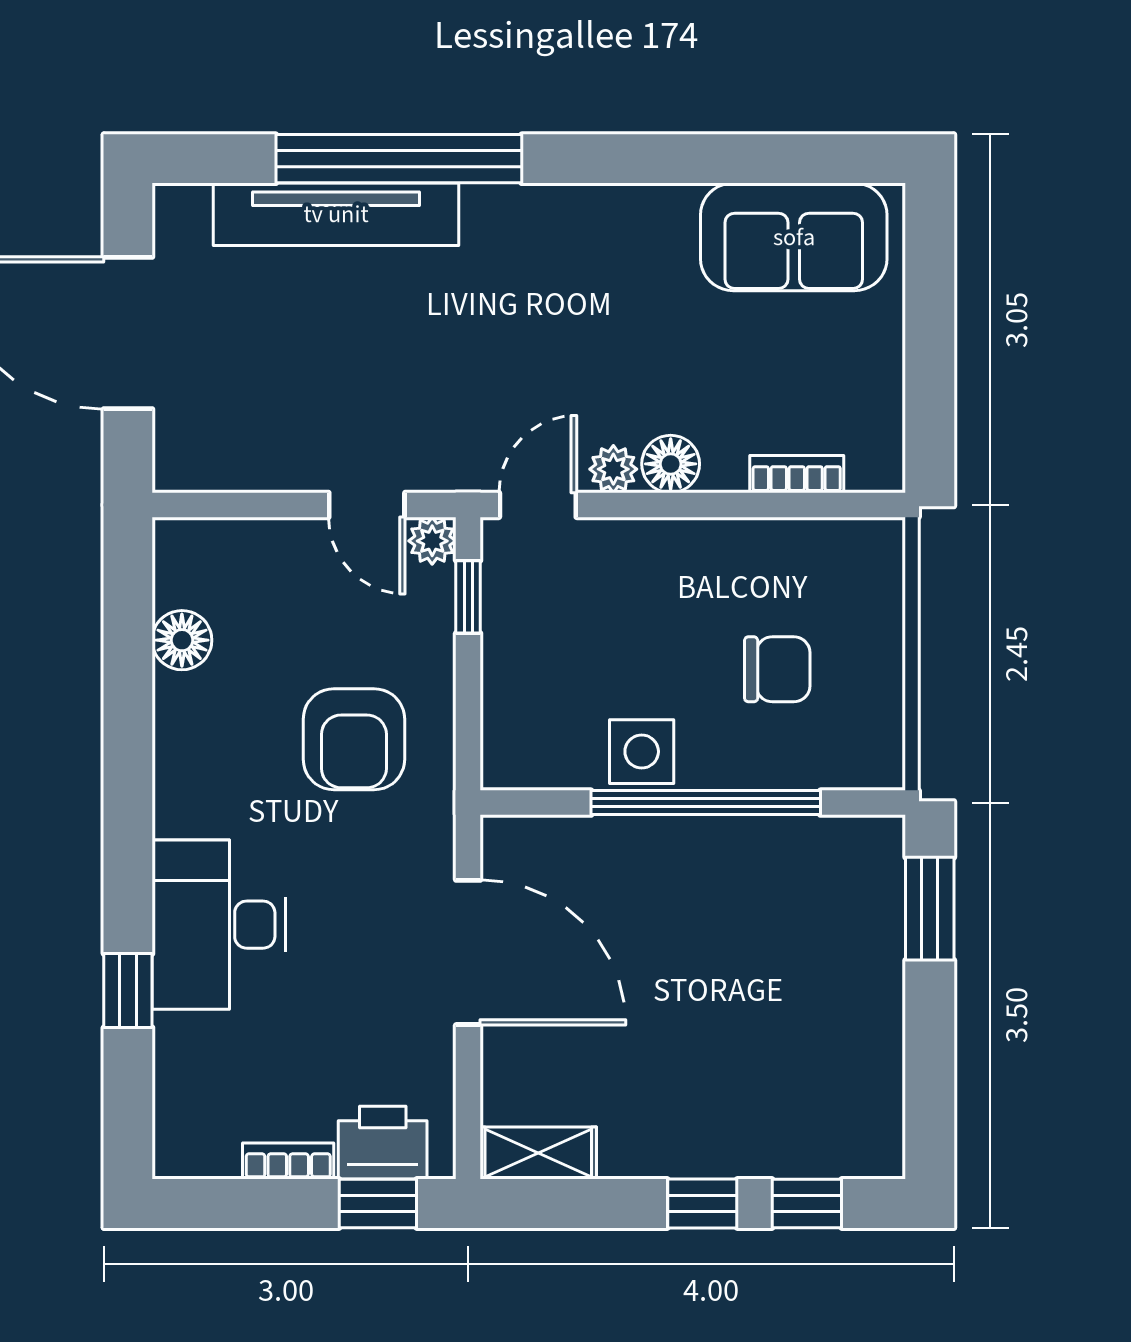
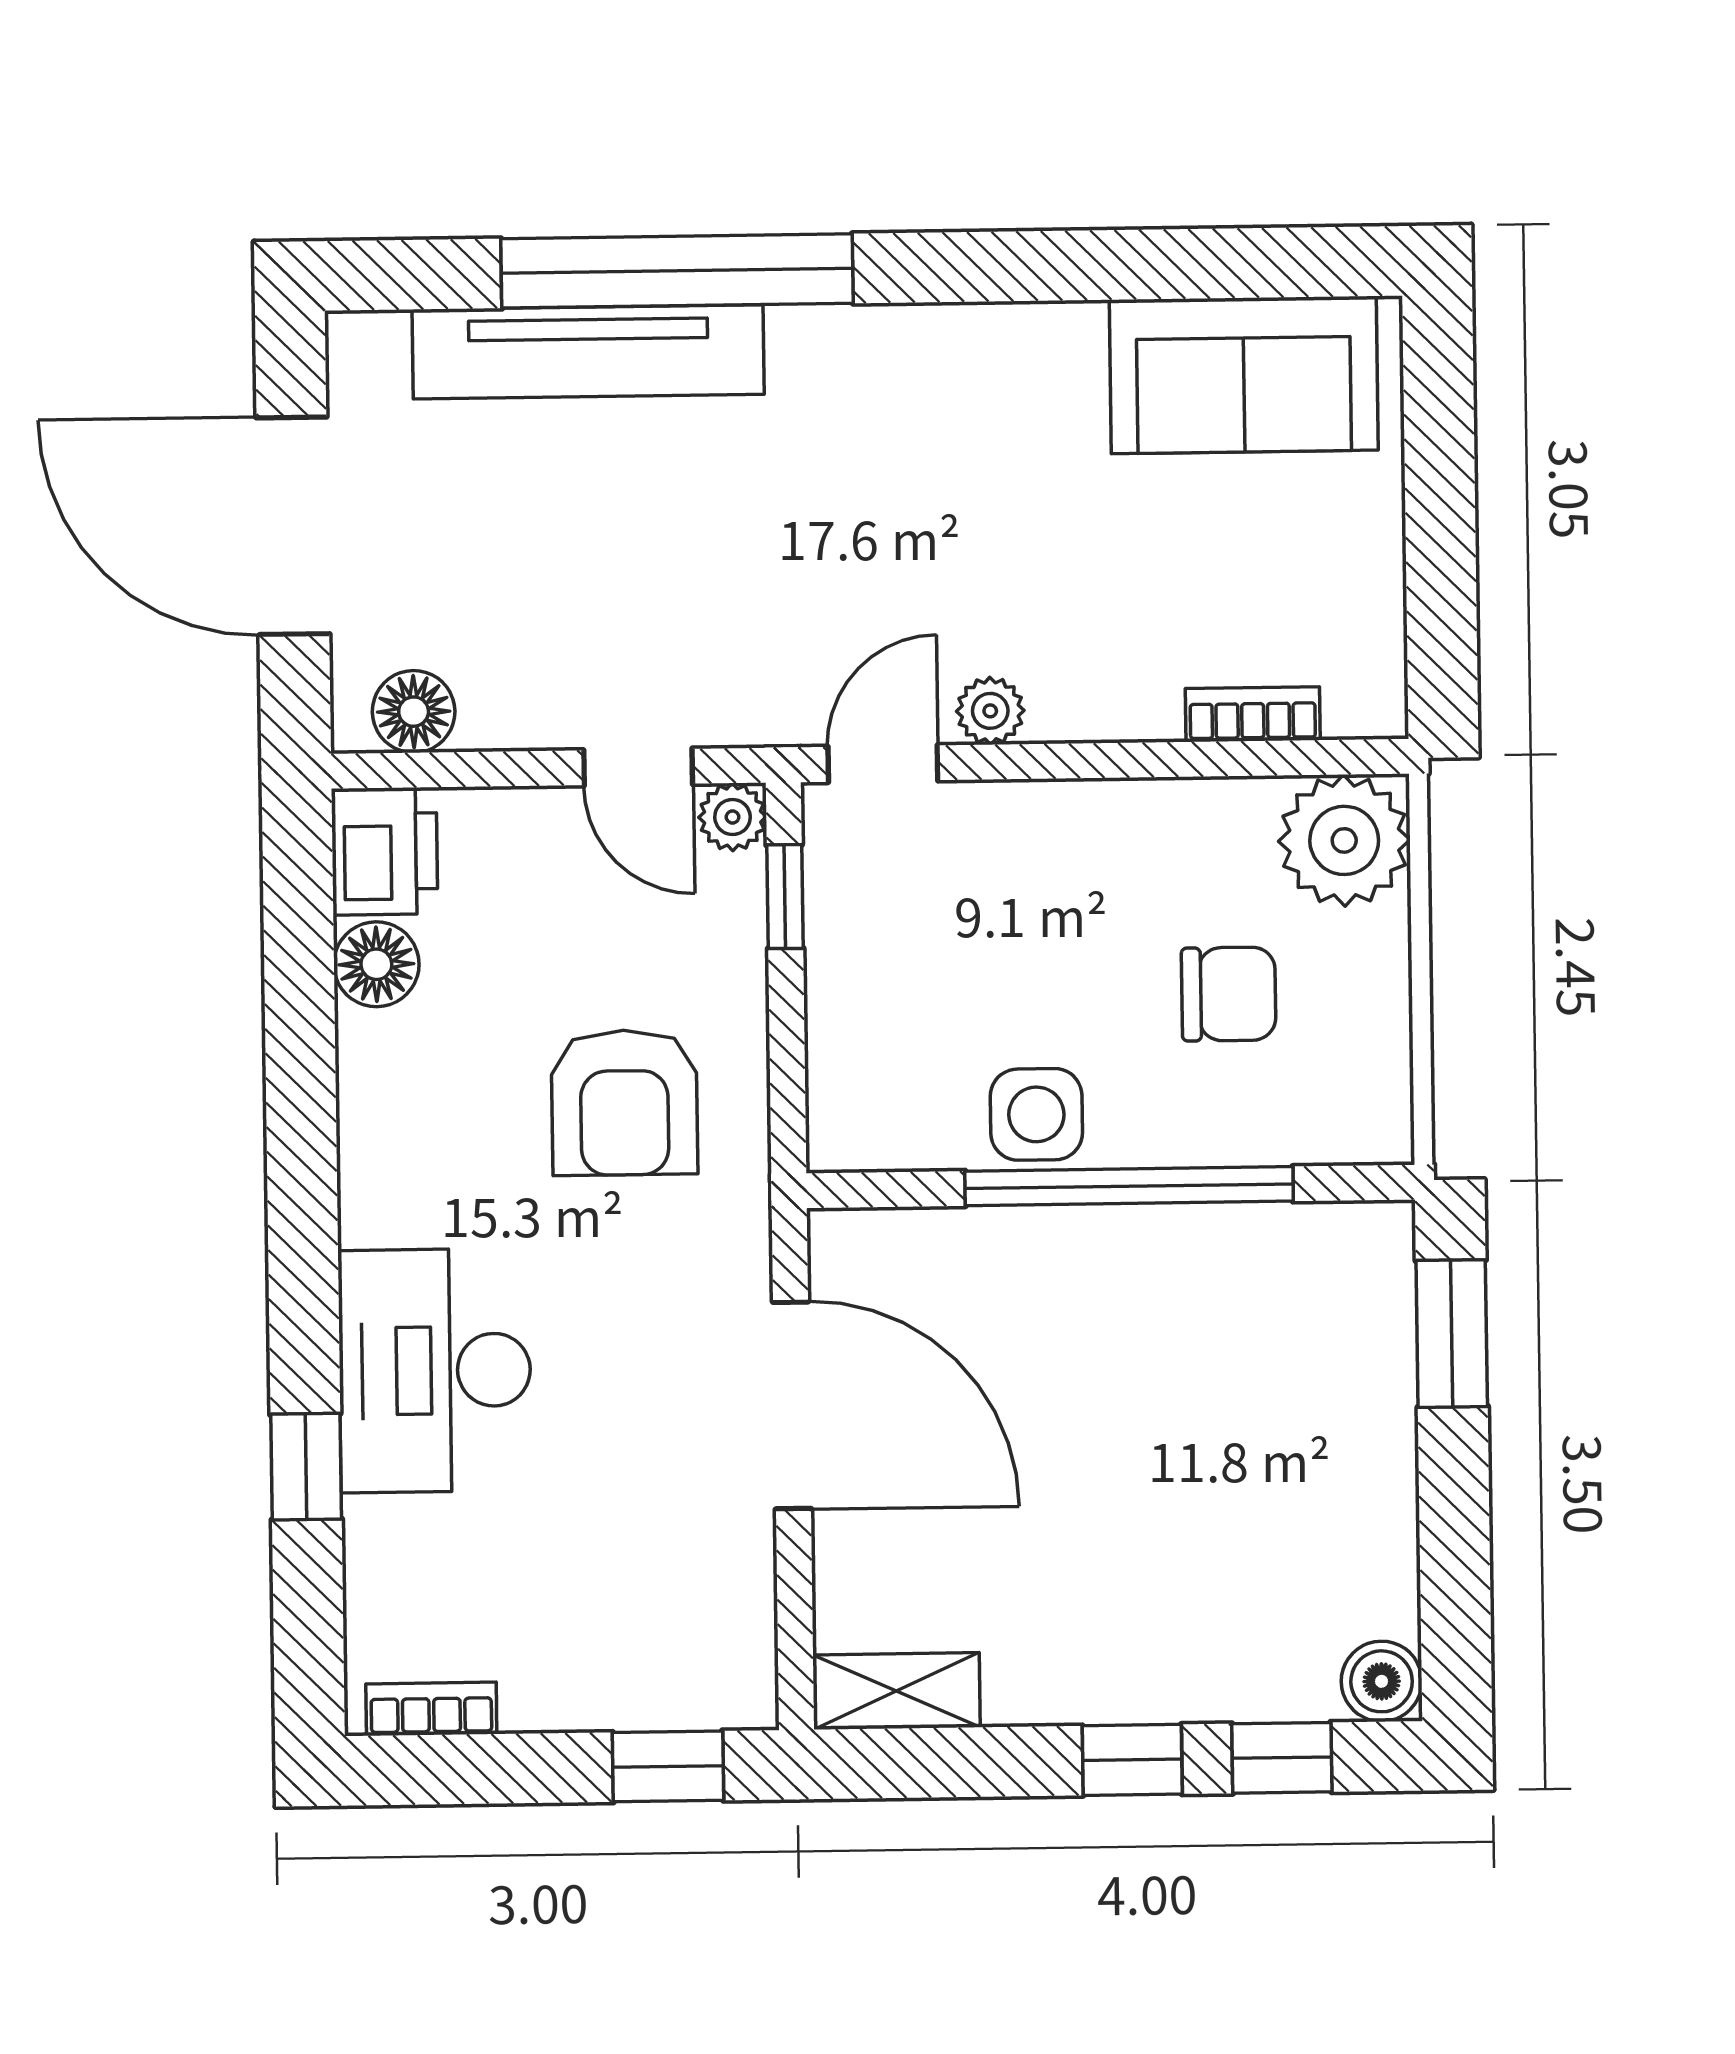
floor lamp: (671, 464) -> (414, 712), moved
plant: (859, 563) -> (1344, 840), added
printer: (383, 1143) -> (385, 851), moved, turned 90
boiler: (877, 1151) -> (1382, 1681), added
bookcase: (288, 1161) -> (431, 1709), moved

